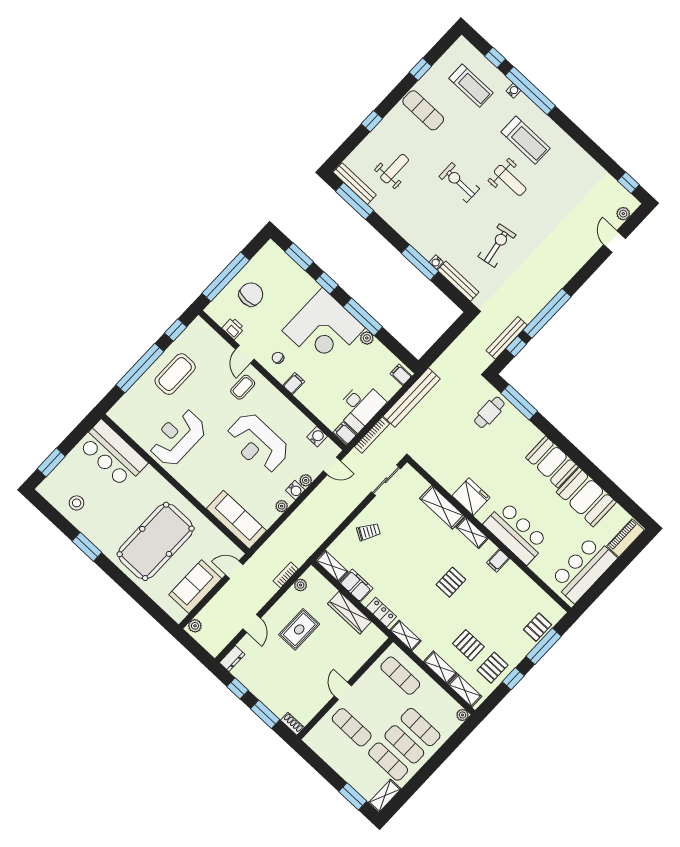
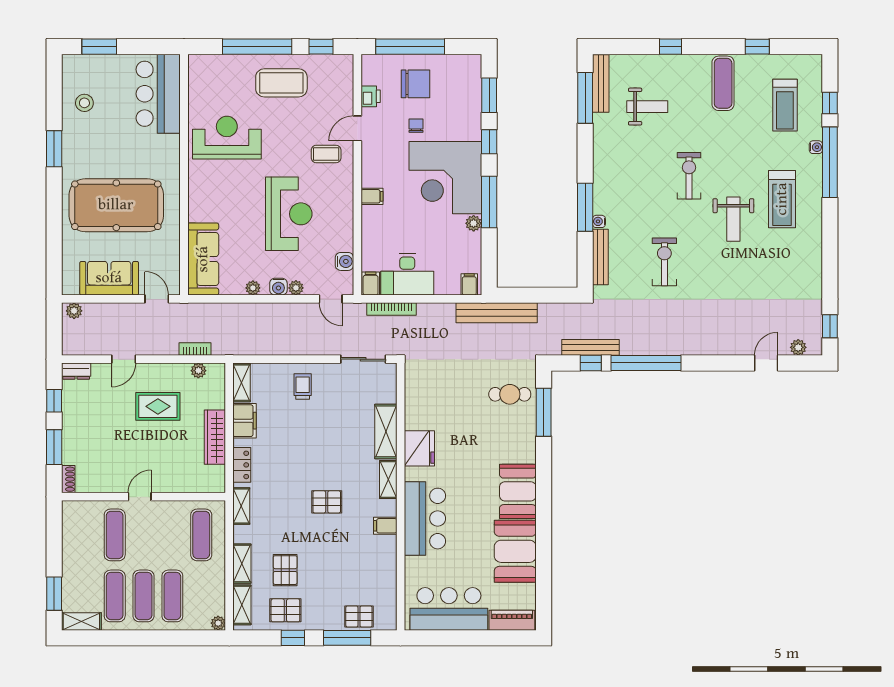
exercise bike: (497, 246) -> (664, 262), turned -80
chair: (278, 358) -> (416, 126), moved
bench: (412, 398) -> (497, 313), moved
reception desk: (257, 443) -> (289, 214), turned 180
trolley: (368, 532) -> (303, 387), turned -121

